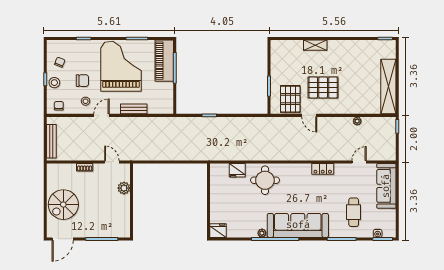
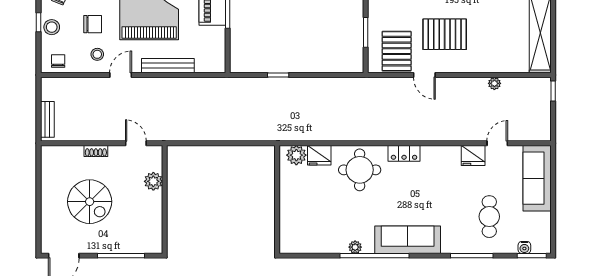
bench: (134, 109) -> (168, 66), width x1.36
bench: (51, 141) -> (47, 119), width x0.73
locker: (323, 169) -> (404, 153), moved
plant: (222, 170) -> (296, 155), added
spiral stairs: (63, 205) -> (90, 202), moved, turned -90
sofa: (298, 225) -> (408, 240), width x0.74, depth x0.79
fridge: (218, 231) -> (473, 155), moved, turned 180

